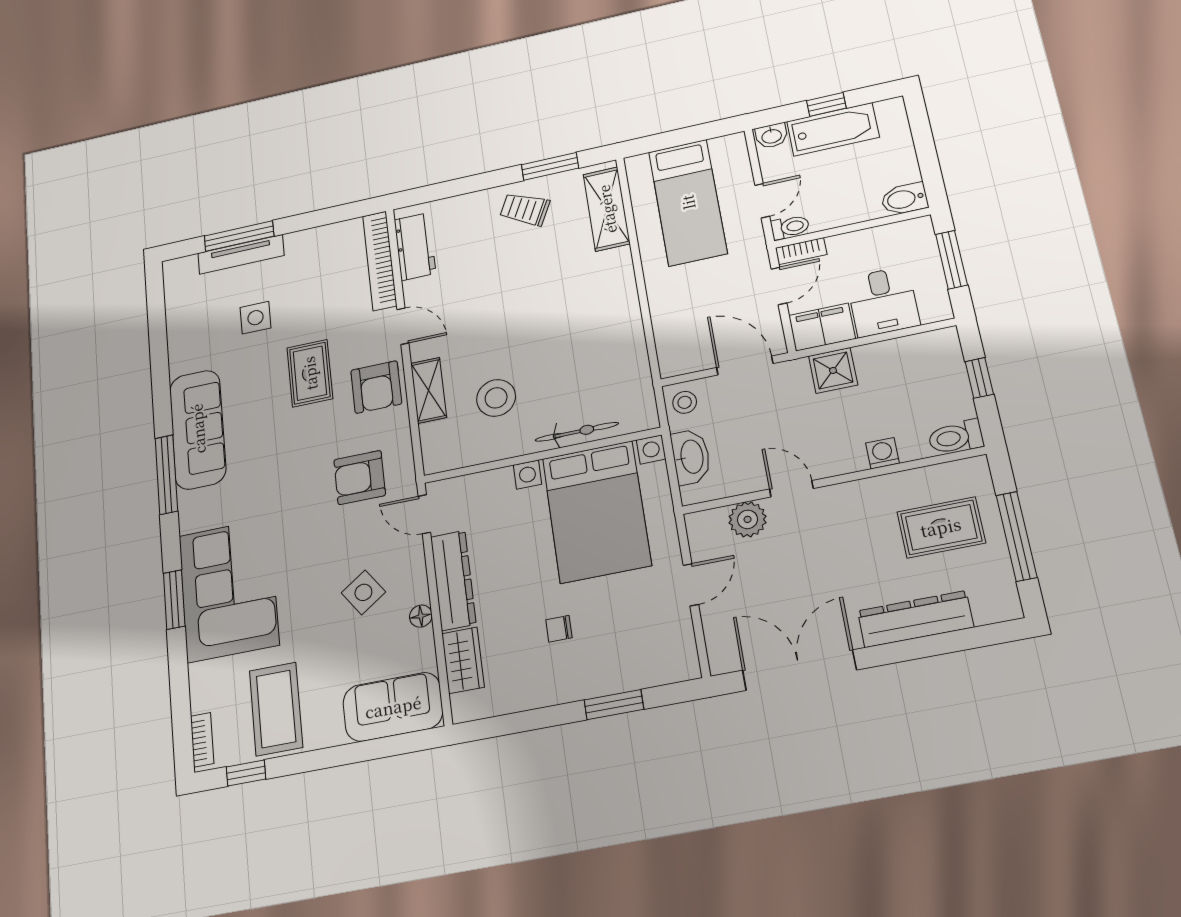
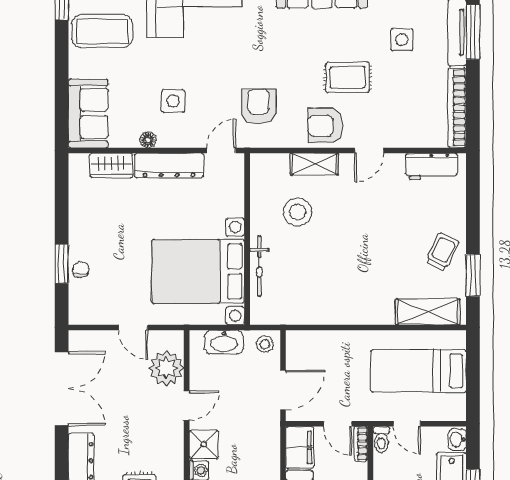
bookcase: (380, 261) -> (457, 108), moved, turned -90
shower: (833, 370) -> (204, 444), moved
plant: (748, 519) -> (166, 368), width x1.36, depth x1.36
side table: (363, 592) -> (173, 101), turned 35
chair: (559, 629) -> (81, 269), moved

